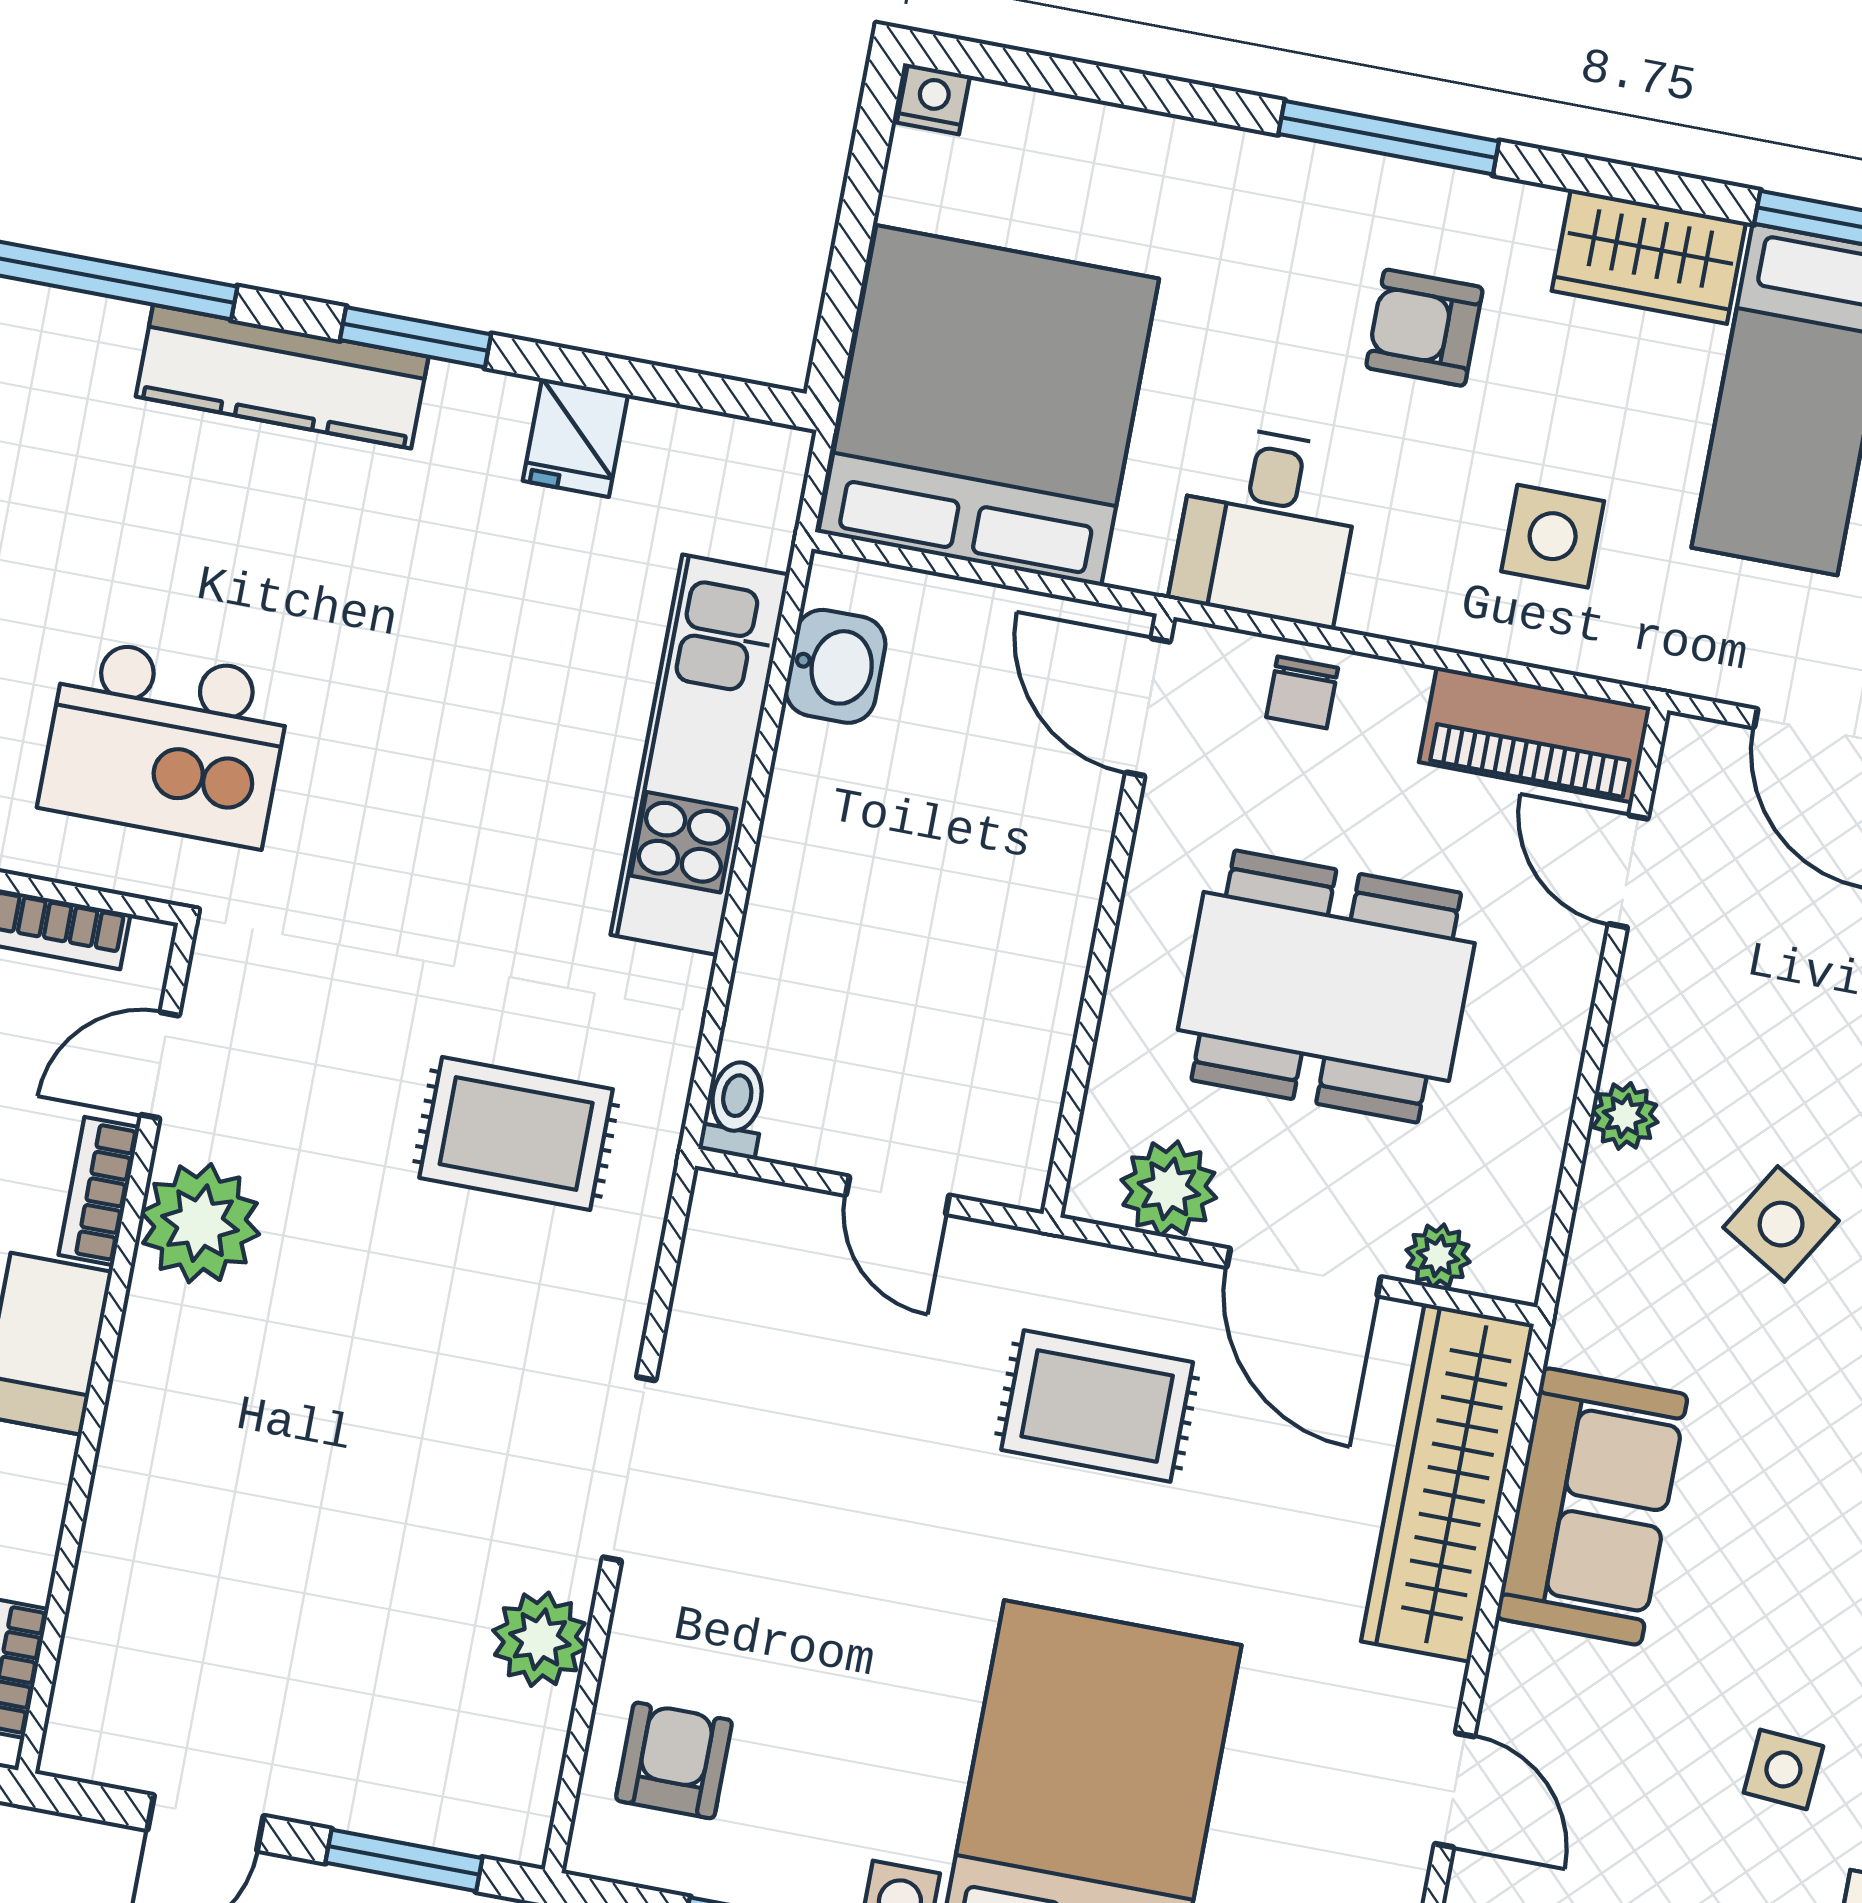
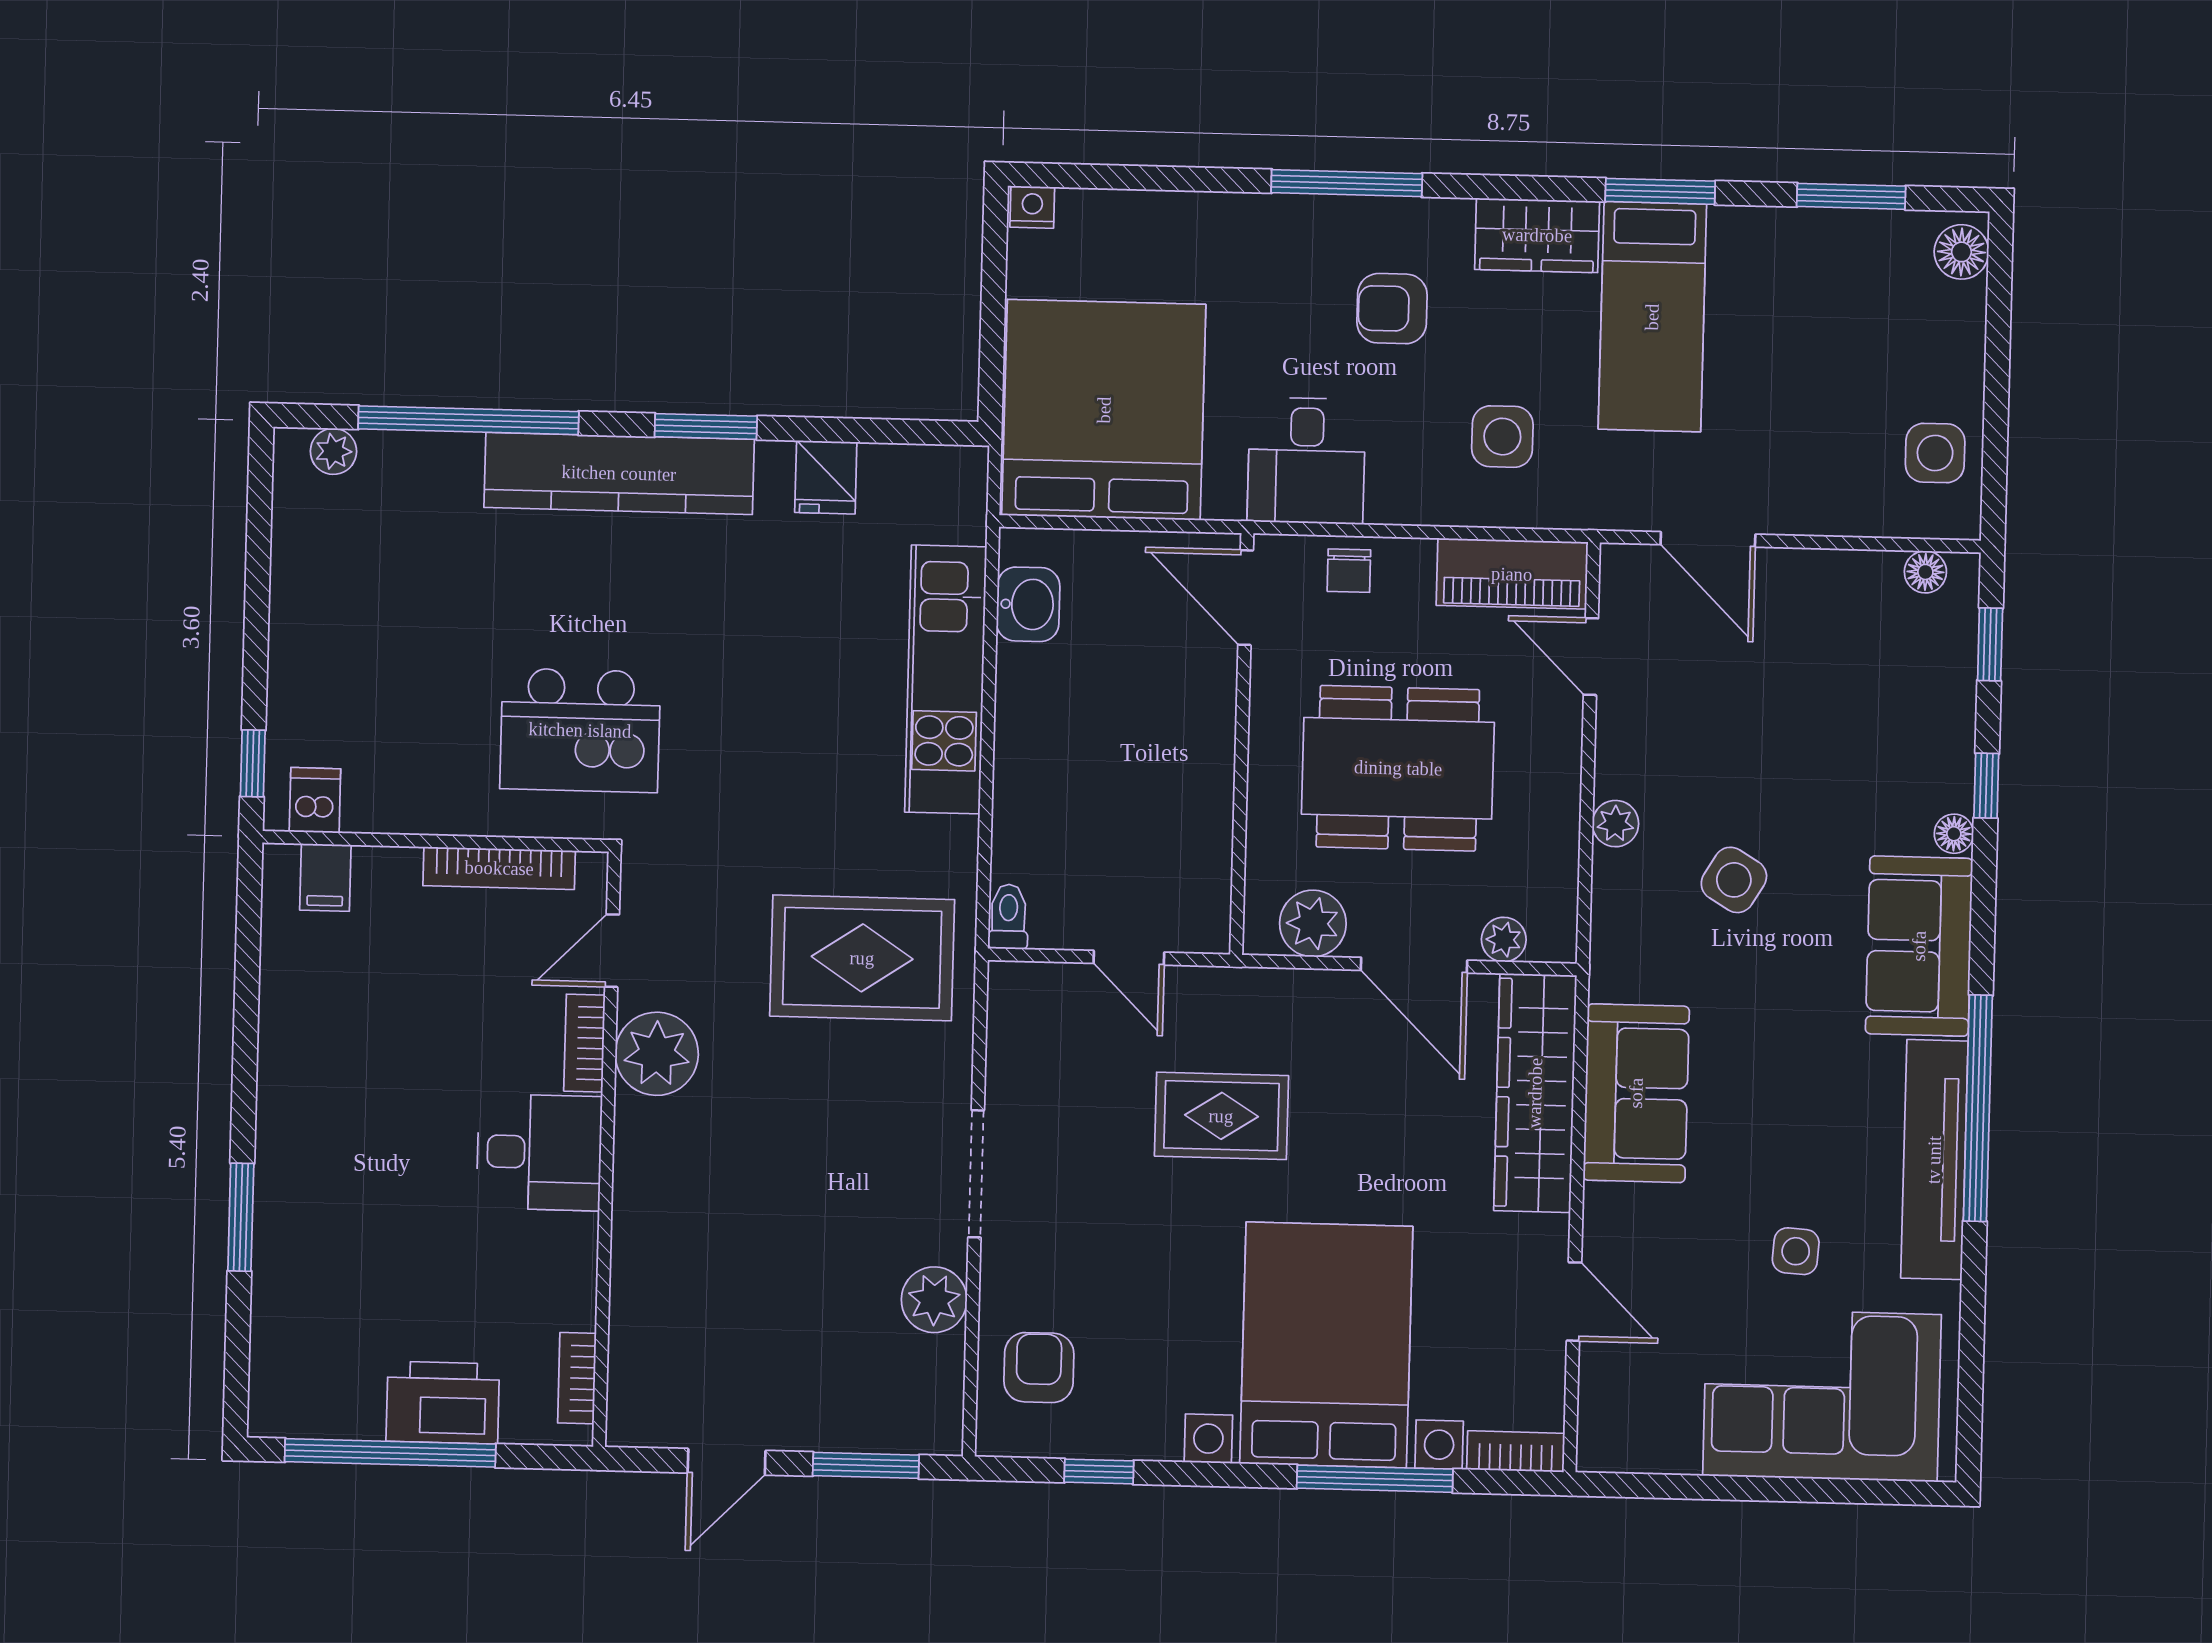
kitchen counter: (282, 377) -> (619, 473), width x1.39, depth x1.17
rug: (516, 1134) -> (862, 958), width x1.36, depth x1.43
rug: (1097, 1406) -> (1221, 1116), moved

